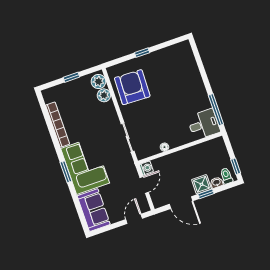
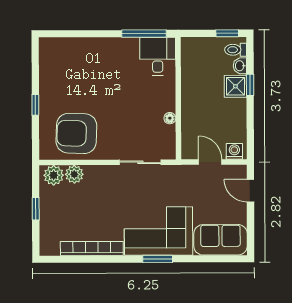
washing machine: (146, 168) -> (234, 151), moved
door: (181, 203) -> (250, 121), removed

